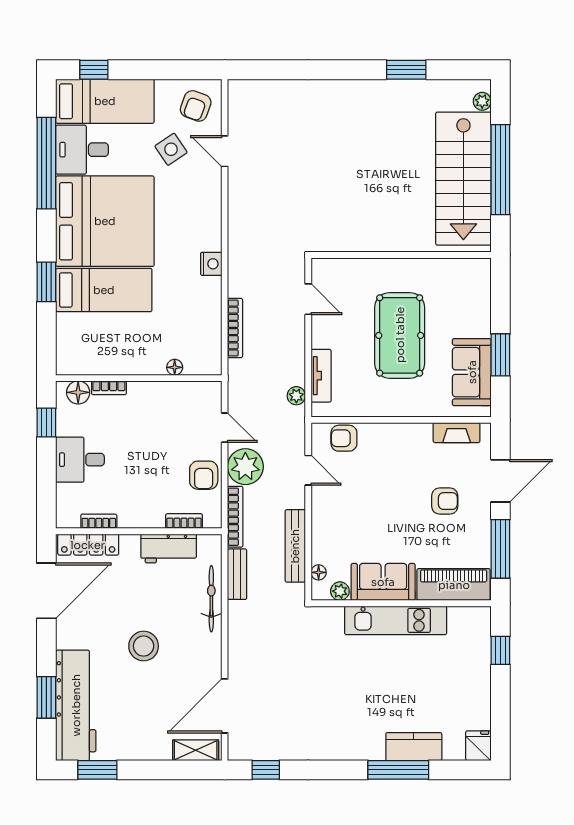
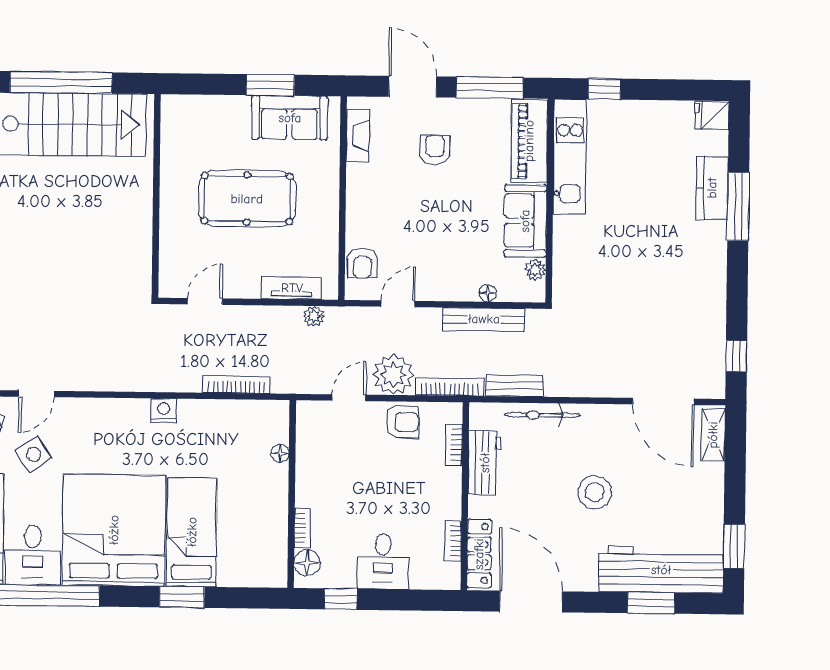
floor lamp: (319, 572) -> (488, 293), moved
kitchen unit: (396, 620) -> (570, 157), moved

